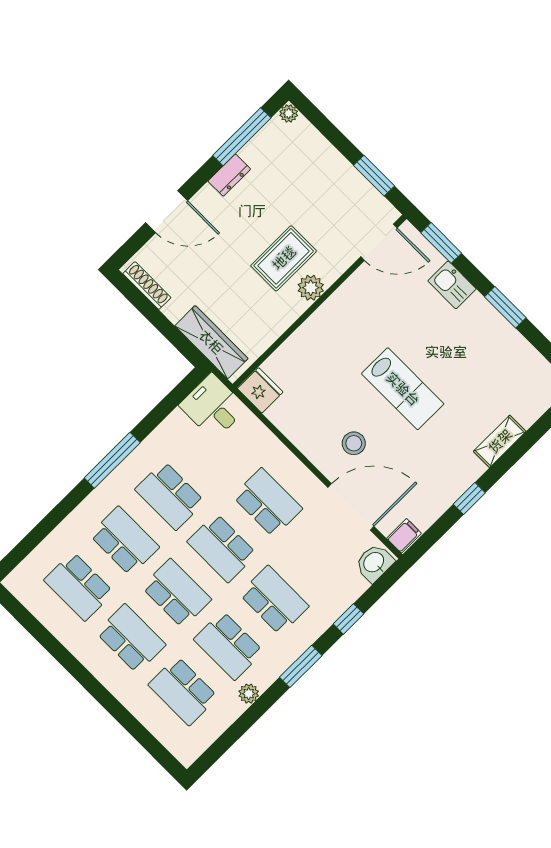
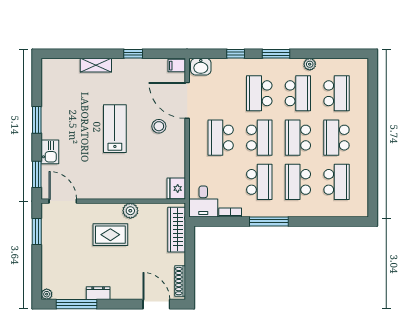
door: (167, 212) -> (156, 304), moved
plant: (311, 288) -> (130, 211), moved
bookcase: (168, 425) -> (230, 212), added

